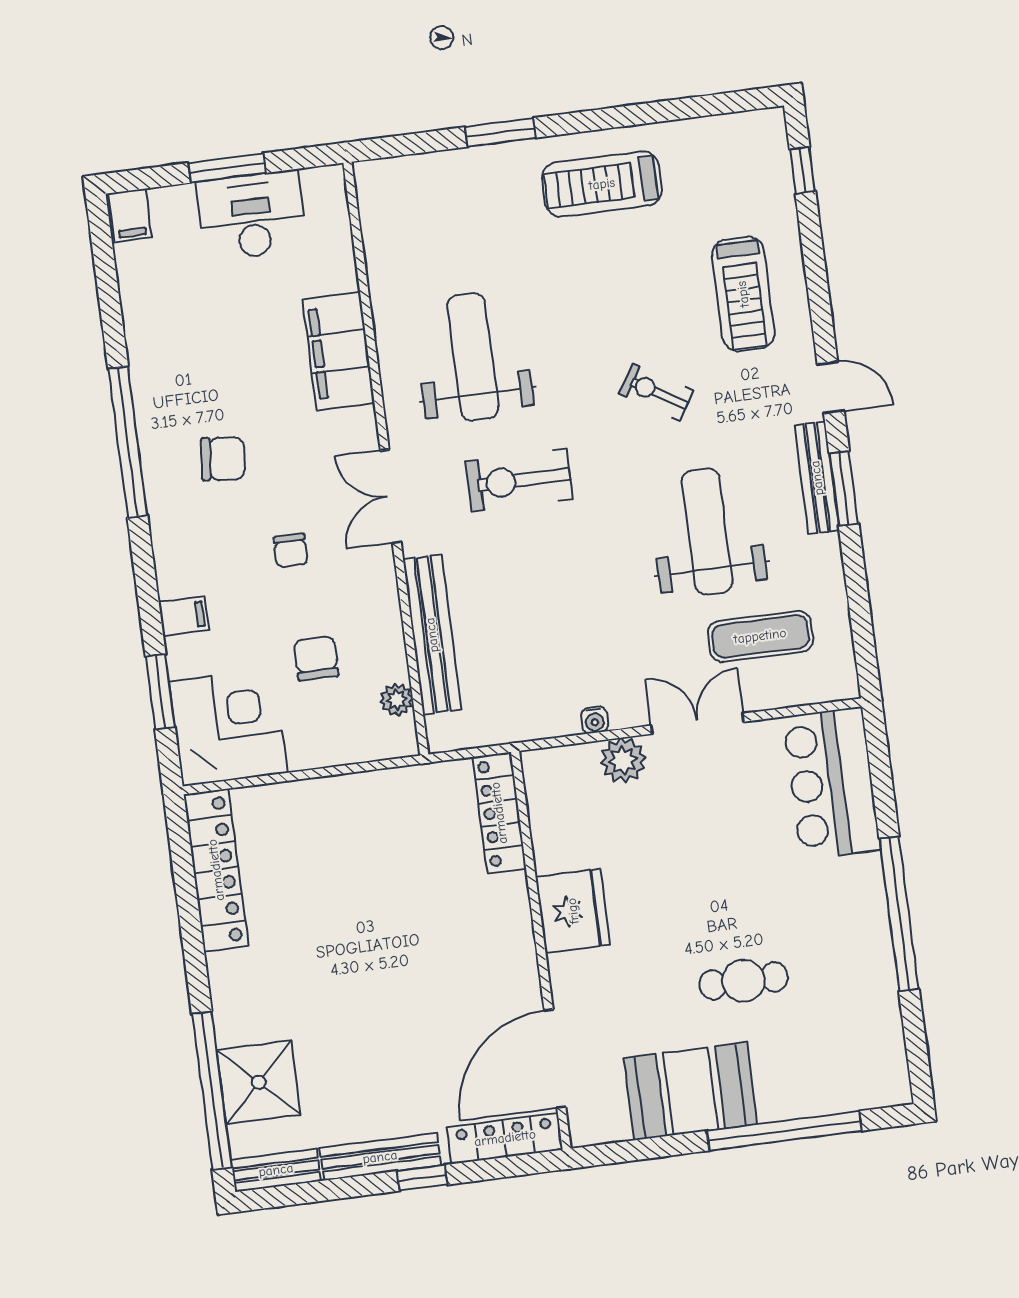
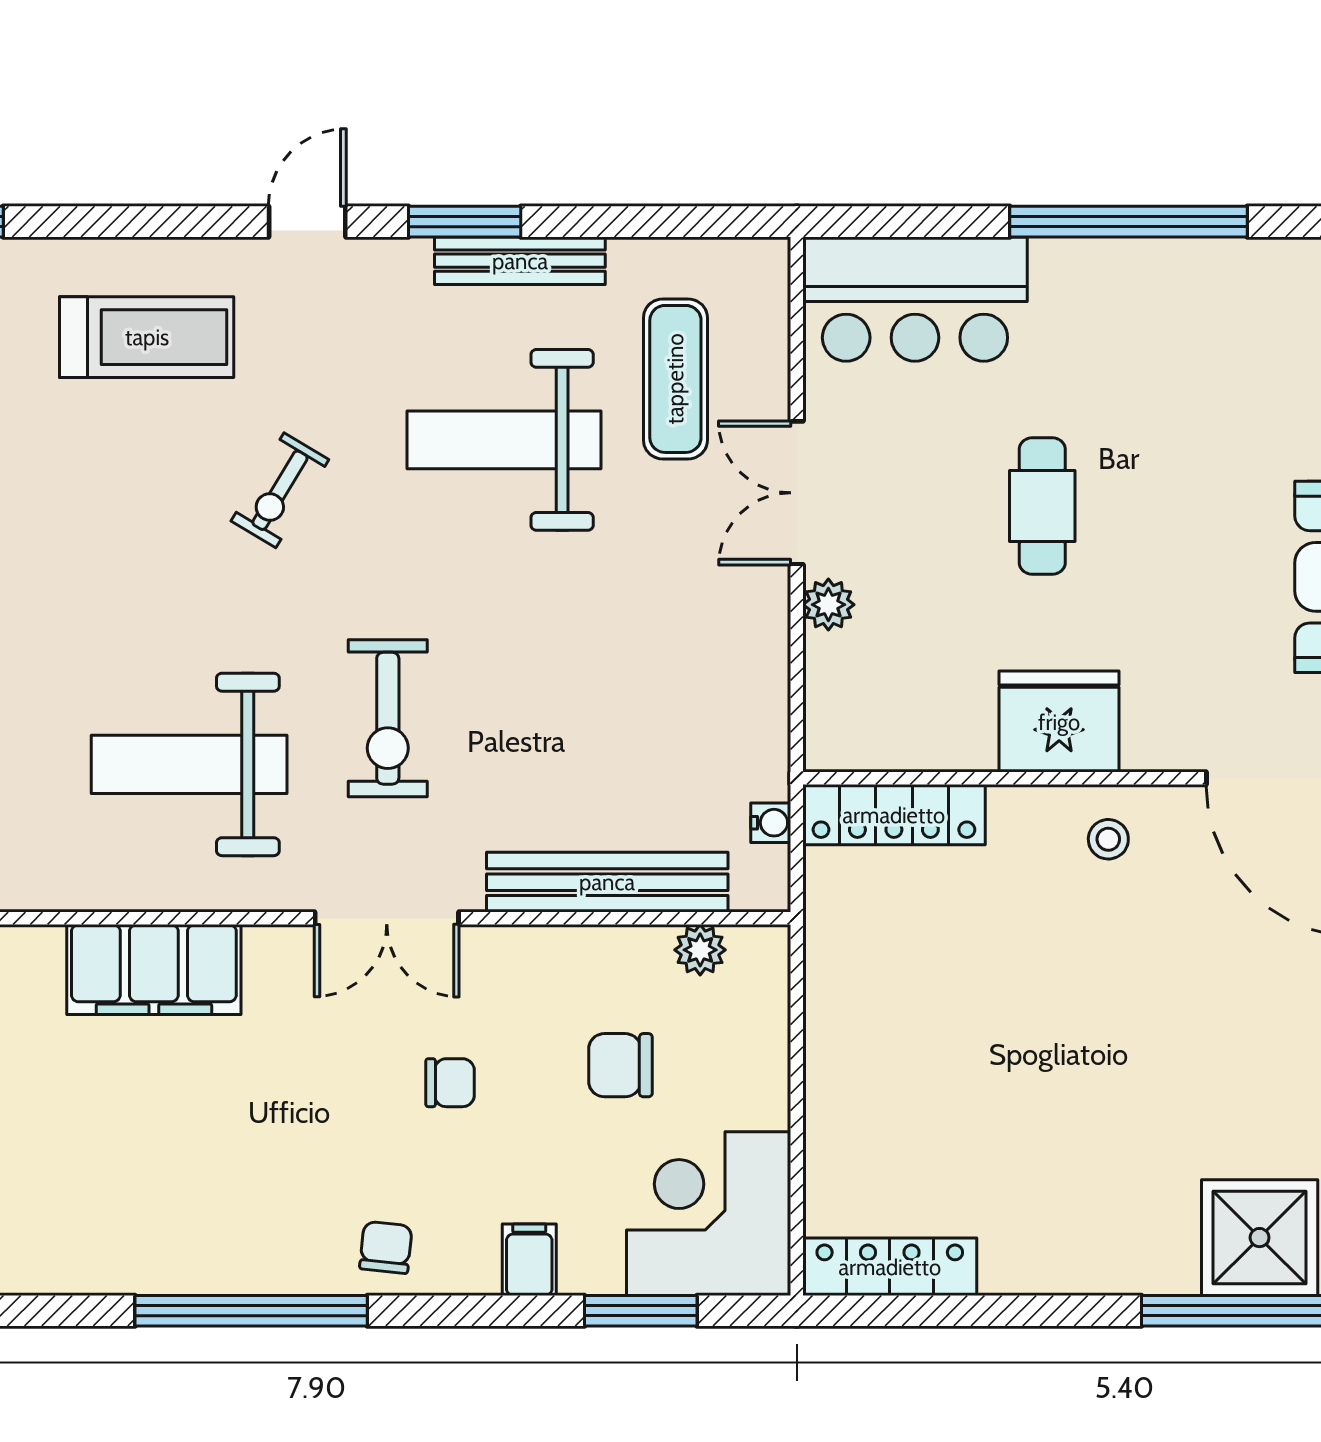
chair: (223, 459) -> (386, 1247), moved, width x0.73, depth x0.73
bench: (817, 478) -> (520, 261), moved
water cooler: (595, 720) -> (771, 823), moved
plant: (623, 760) -> (828, 605), width x0.73, depth x0.73
locker: (216, 870) -> (890, 1267), width x0.71, depth x0.83
stool: (501, 952) -> (1108, 839), added
cafe table: (744, 981) -> (1042, 506), moved

